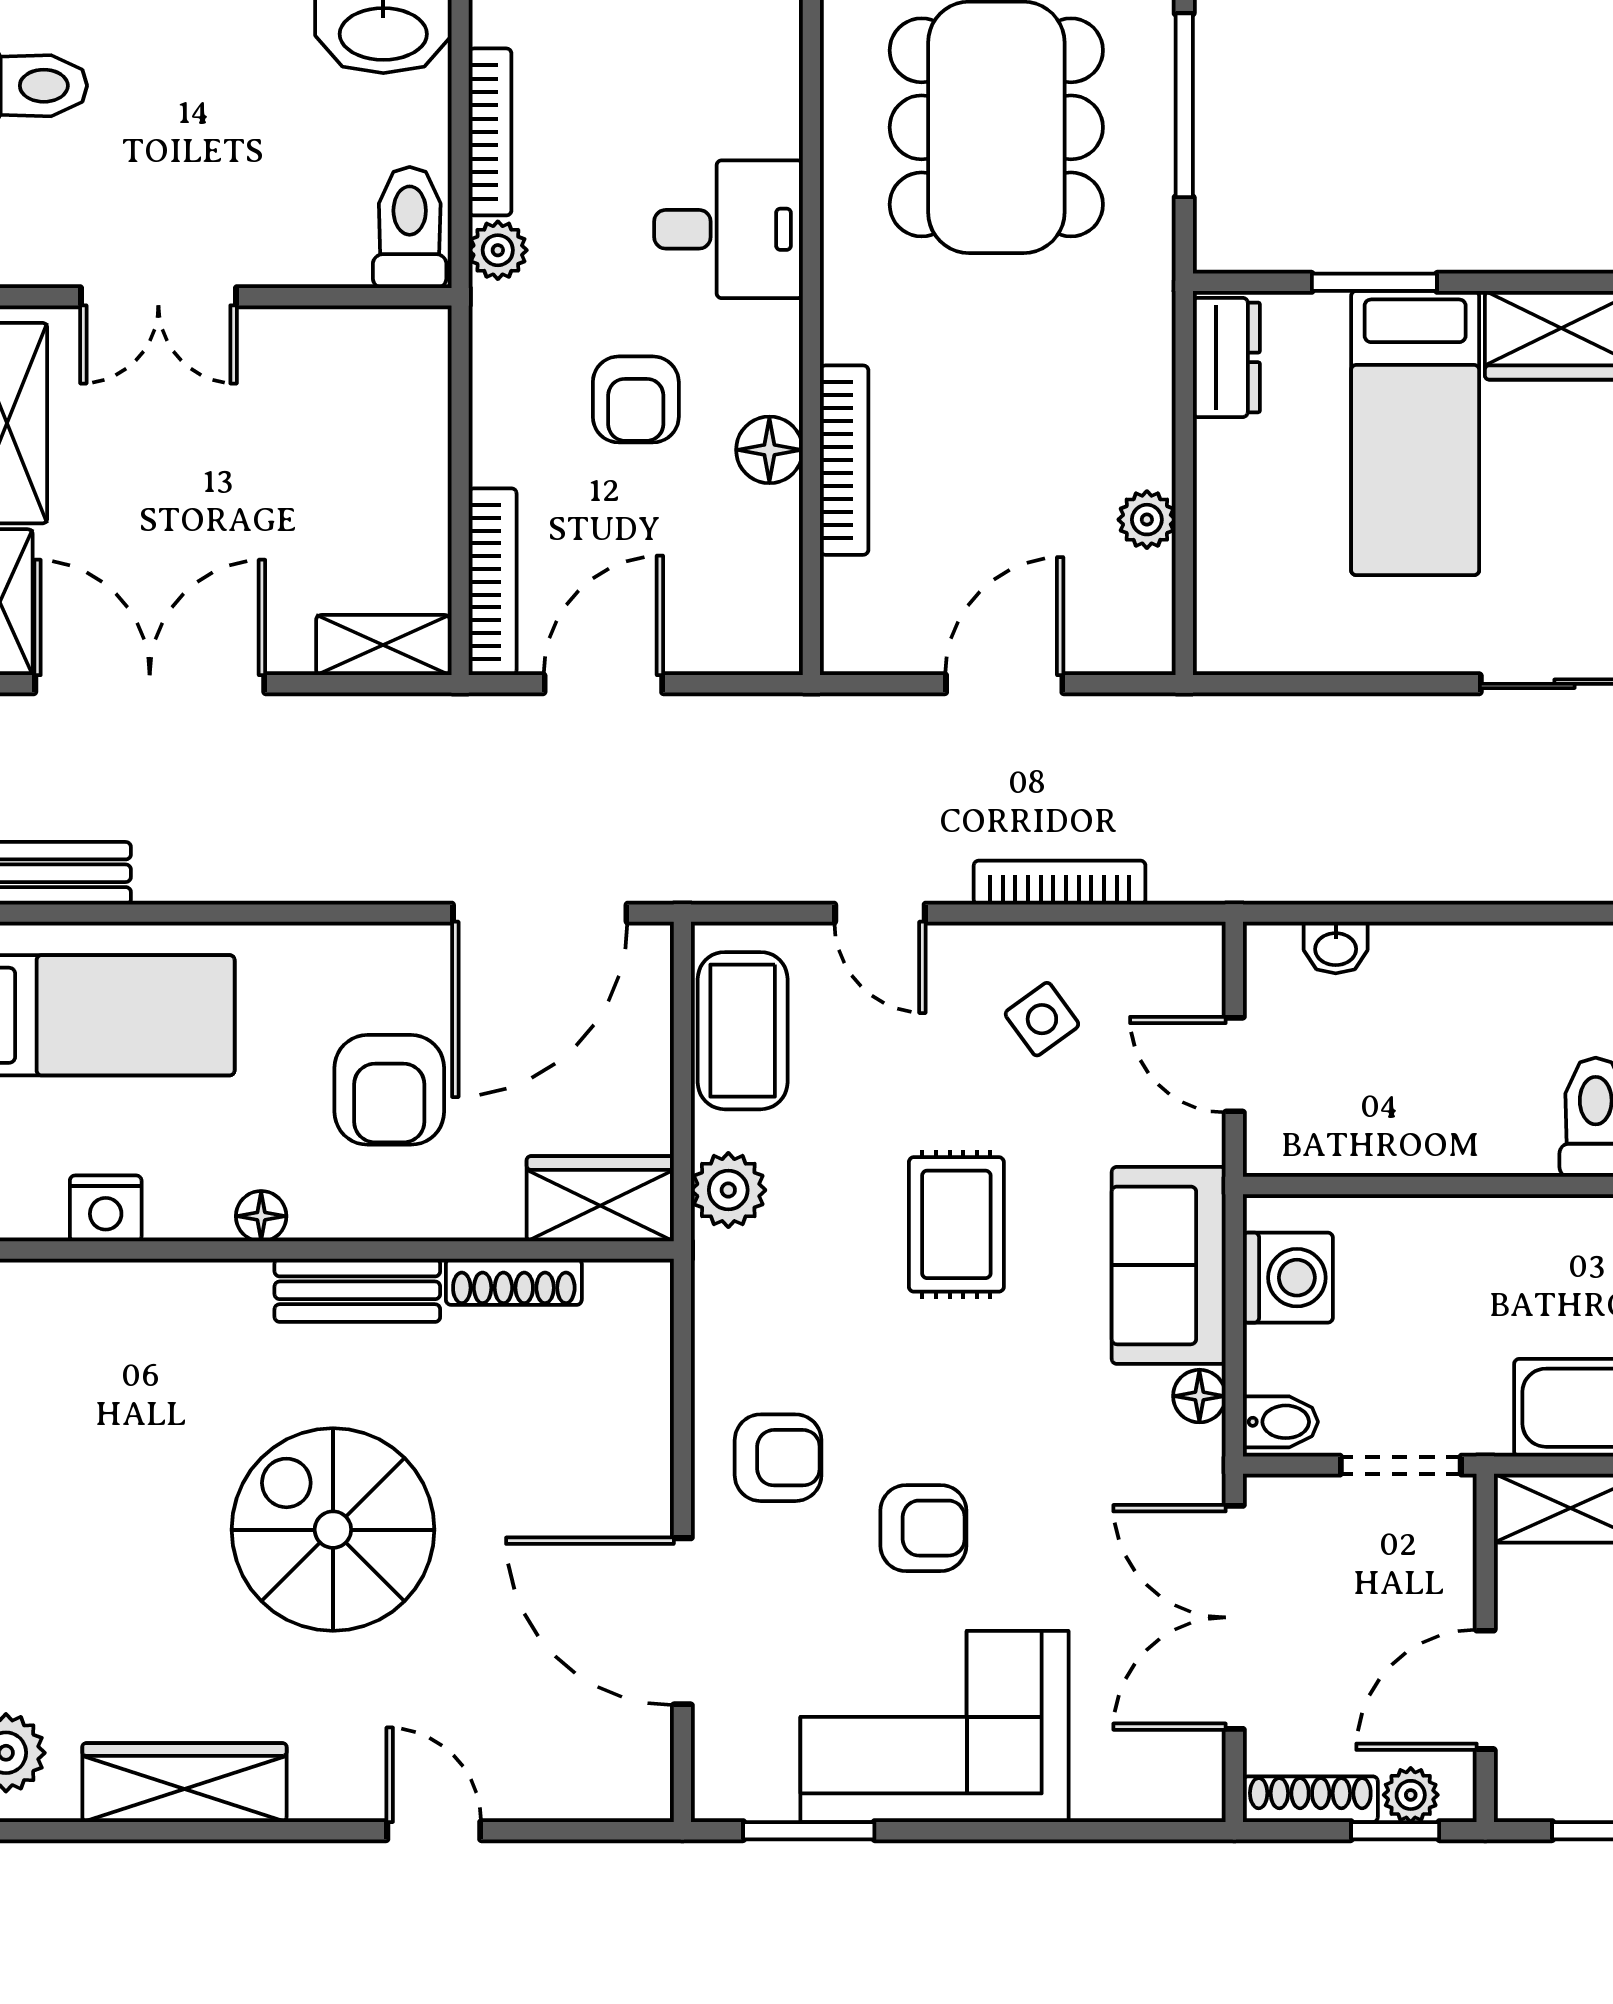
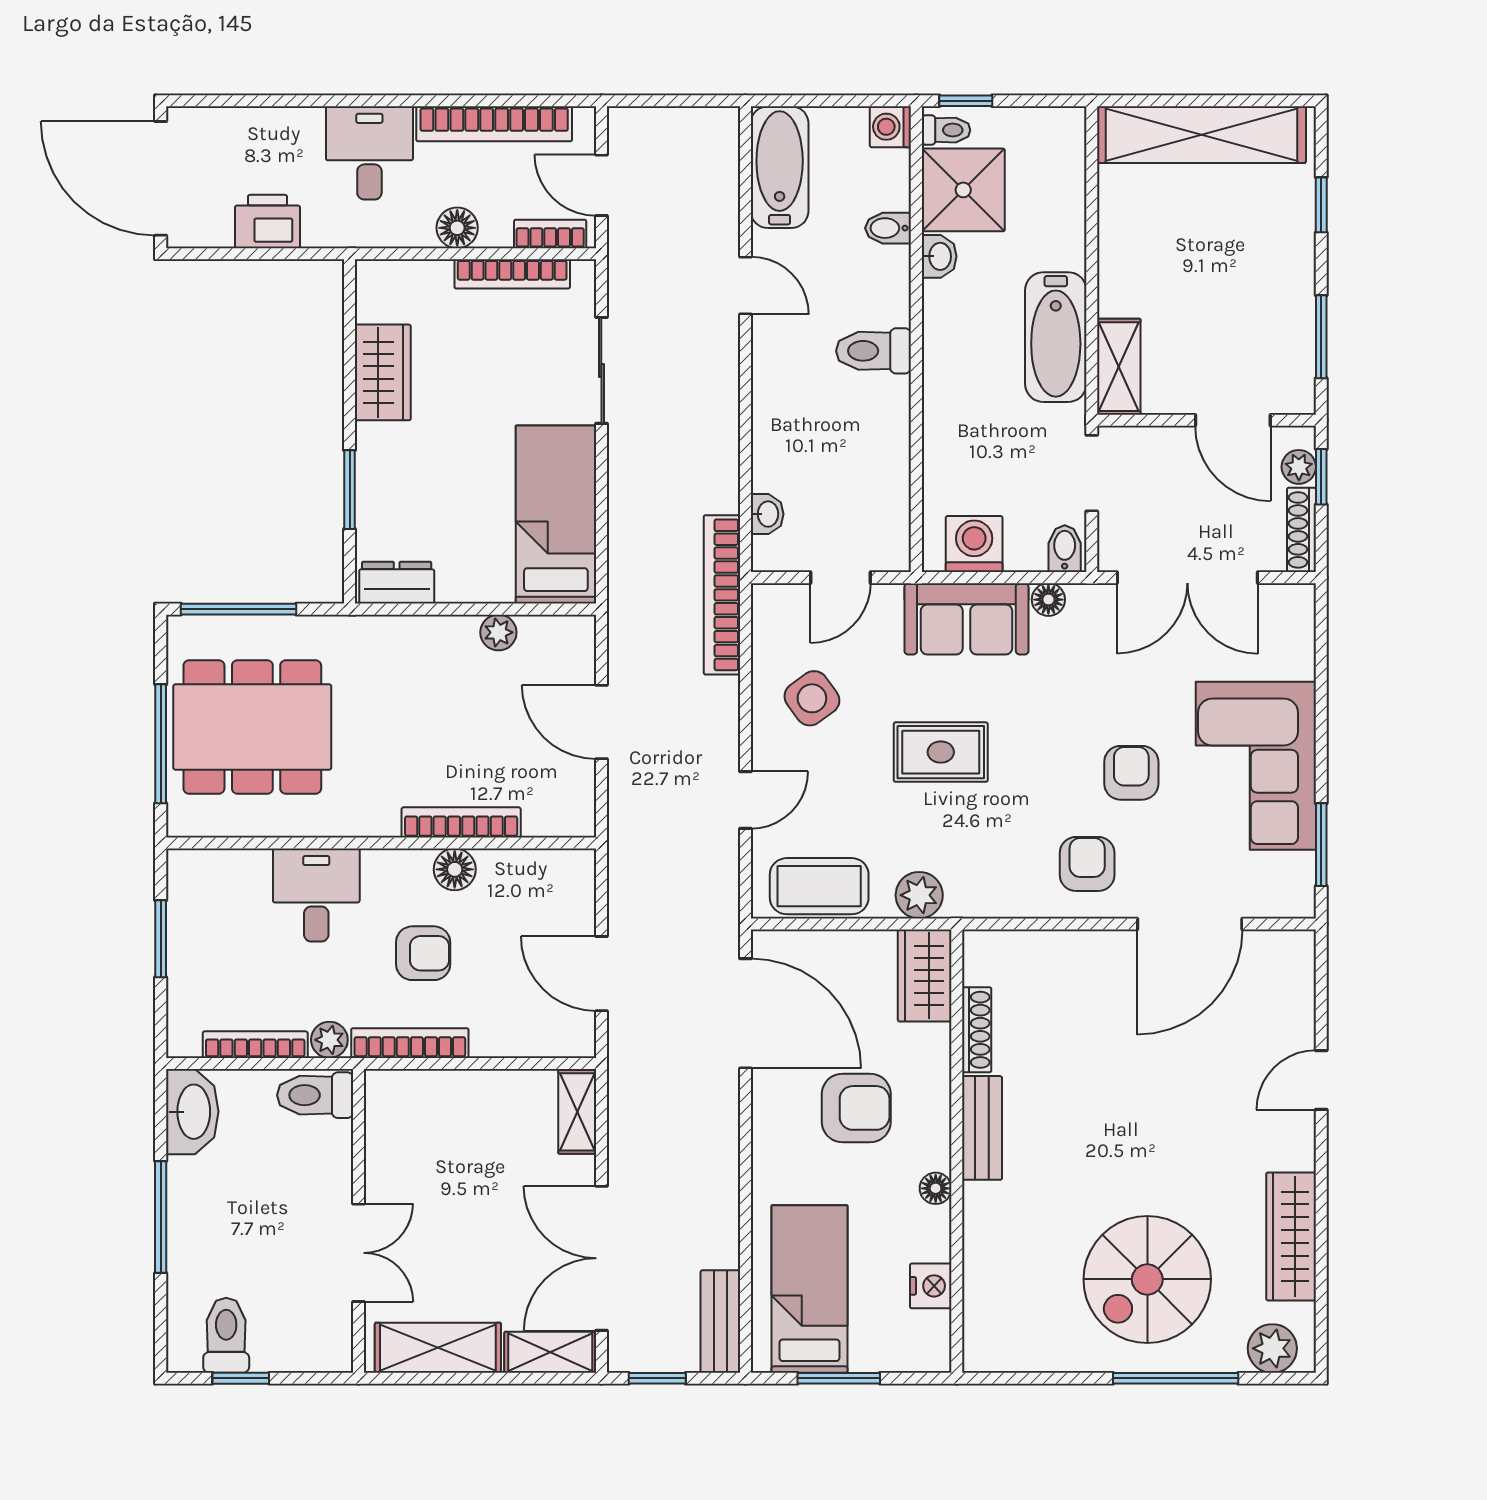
bed: (1415, 433) -> (556, 514), moved, turned -90
bookcase: (493, 582) -> (410, 1043), moved
bookcase: (1060, 883) -> (722, 595), moved, width x1.48, depth x1.31
side table: (1042, 1019) -> (812, 698), width x1.37, depth x1.37
spiral stairs: (333, 1530) -> (1147, 1279), moved

